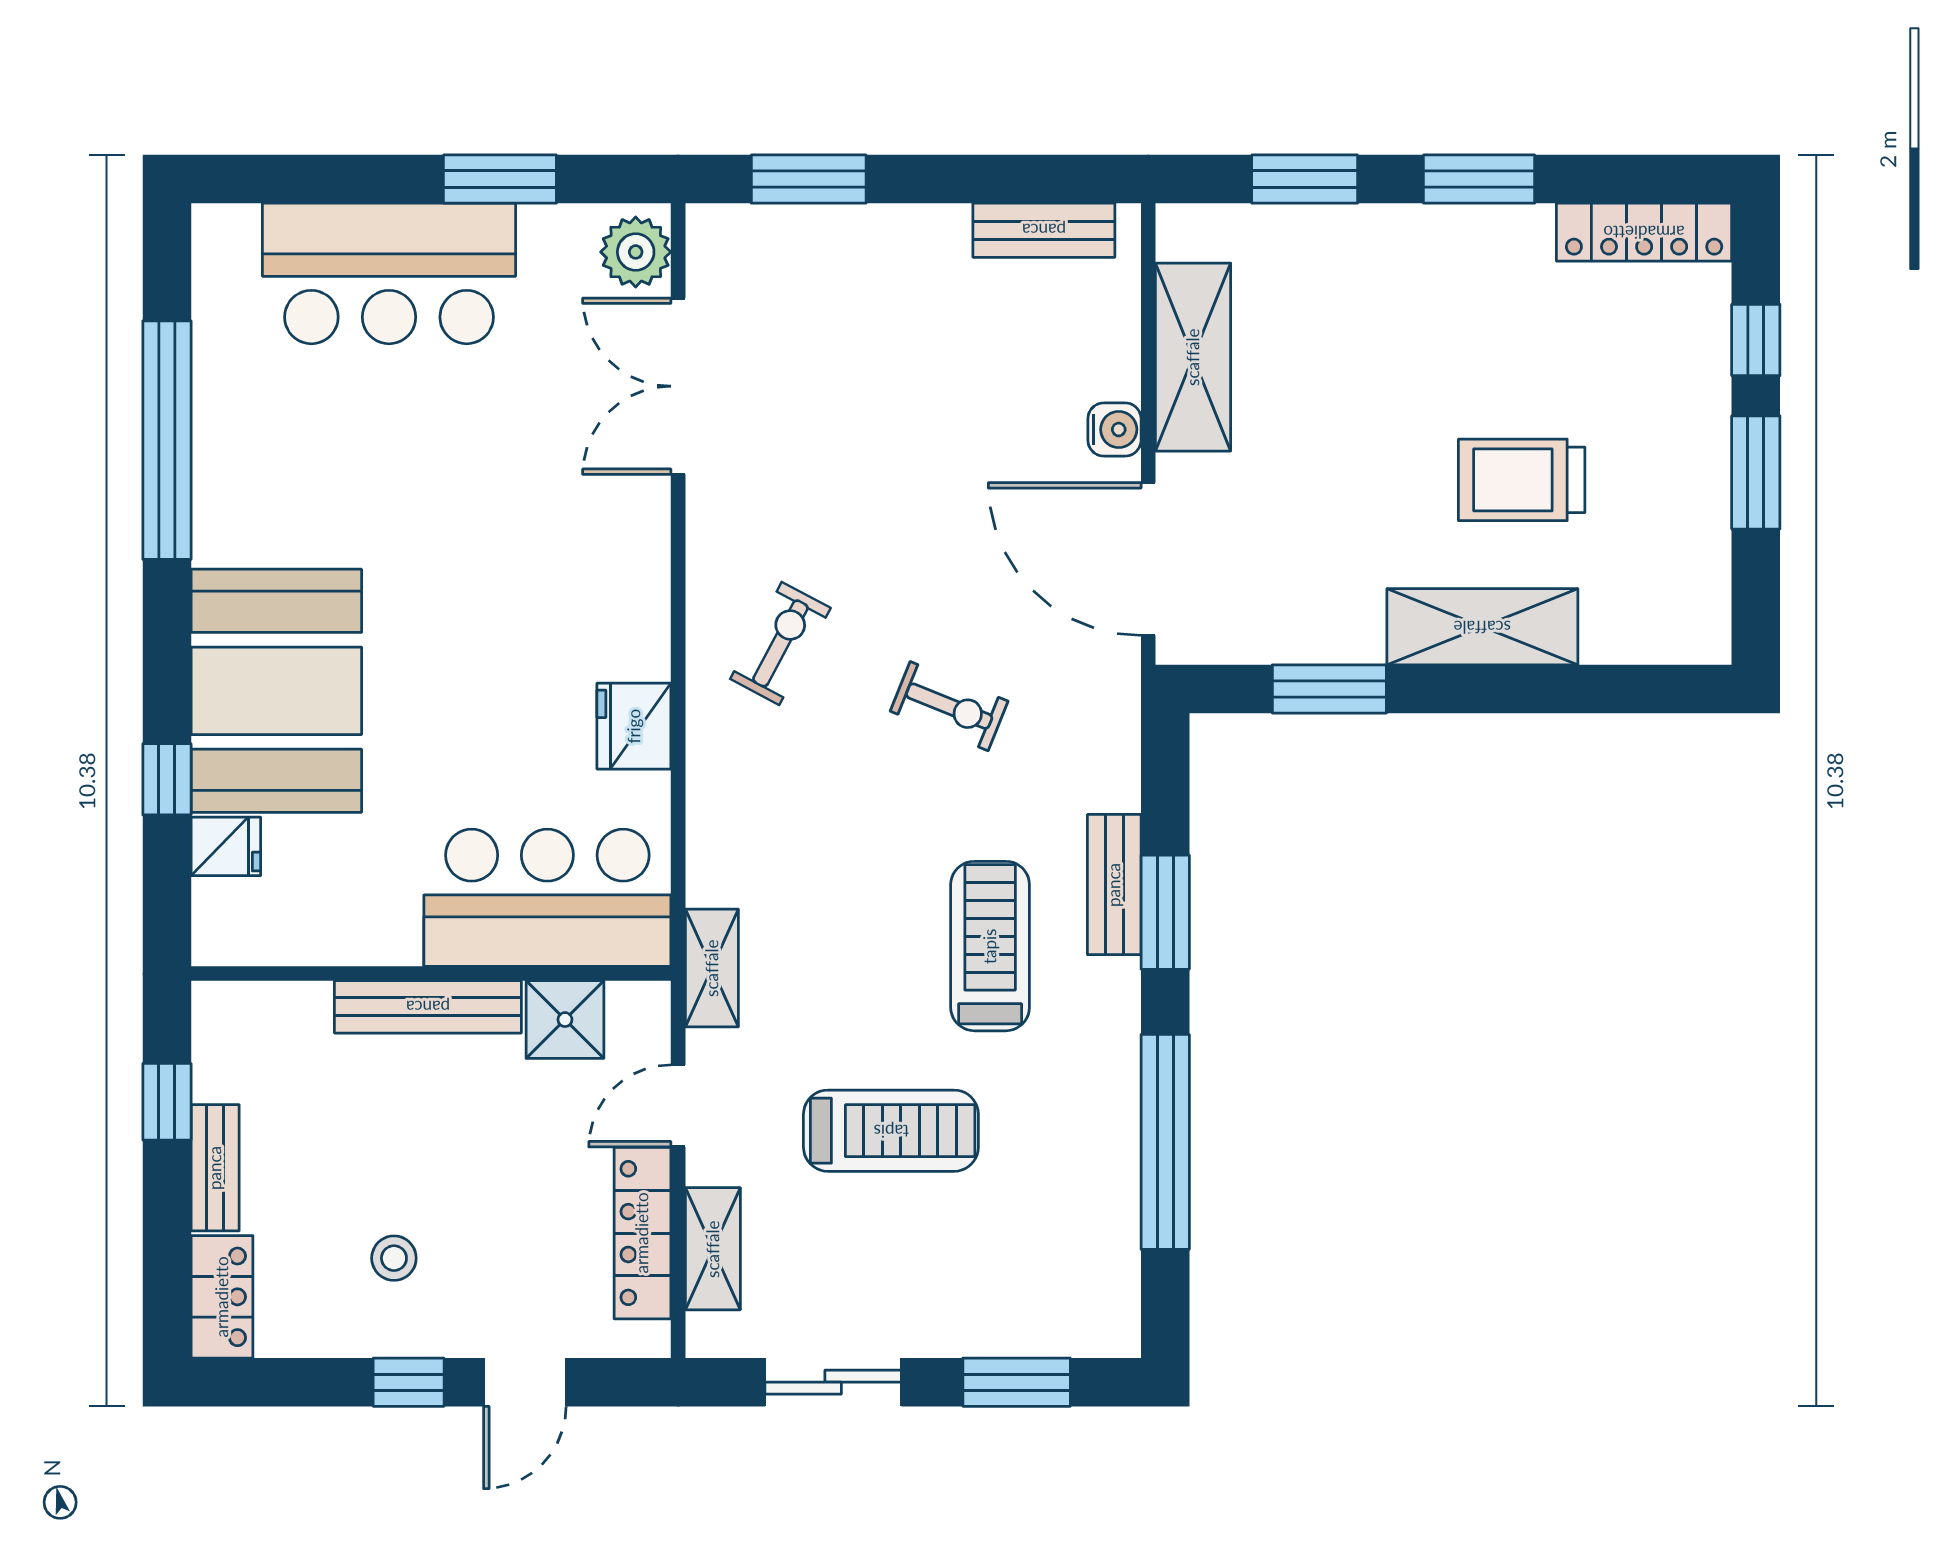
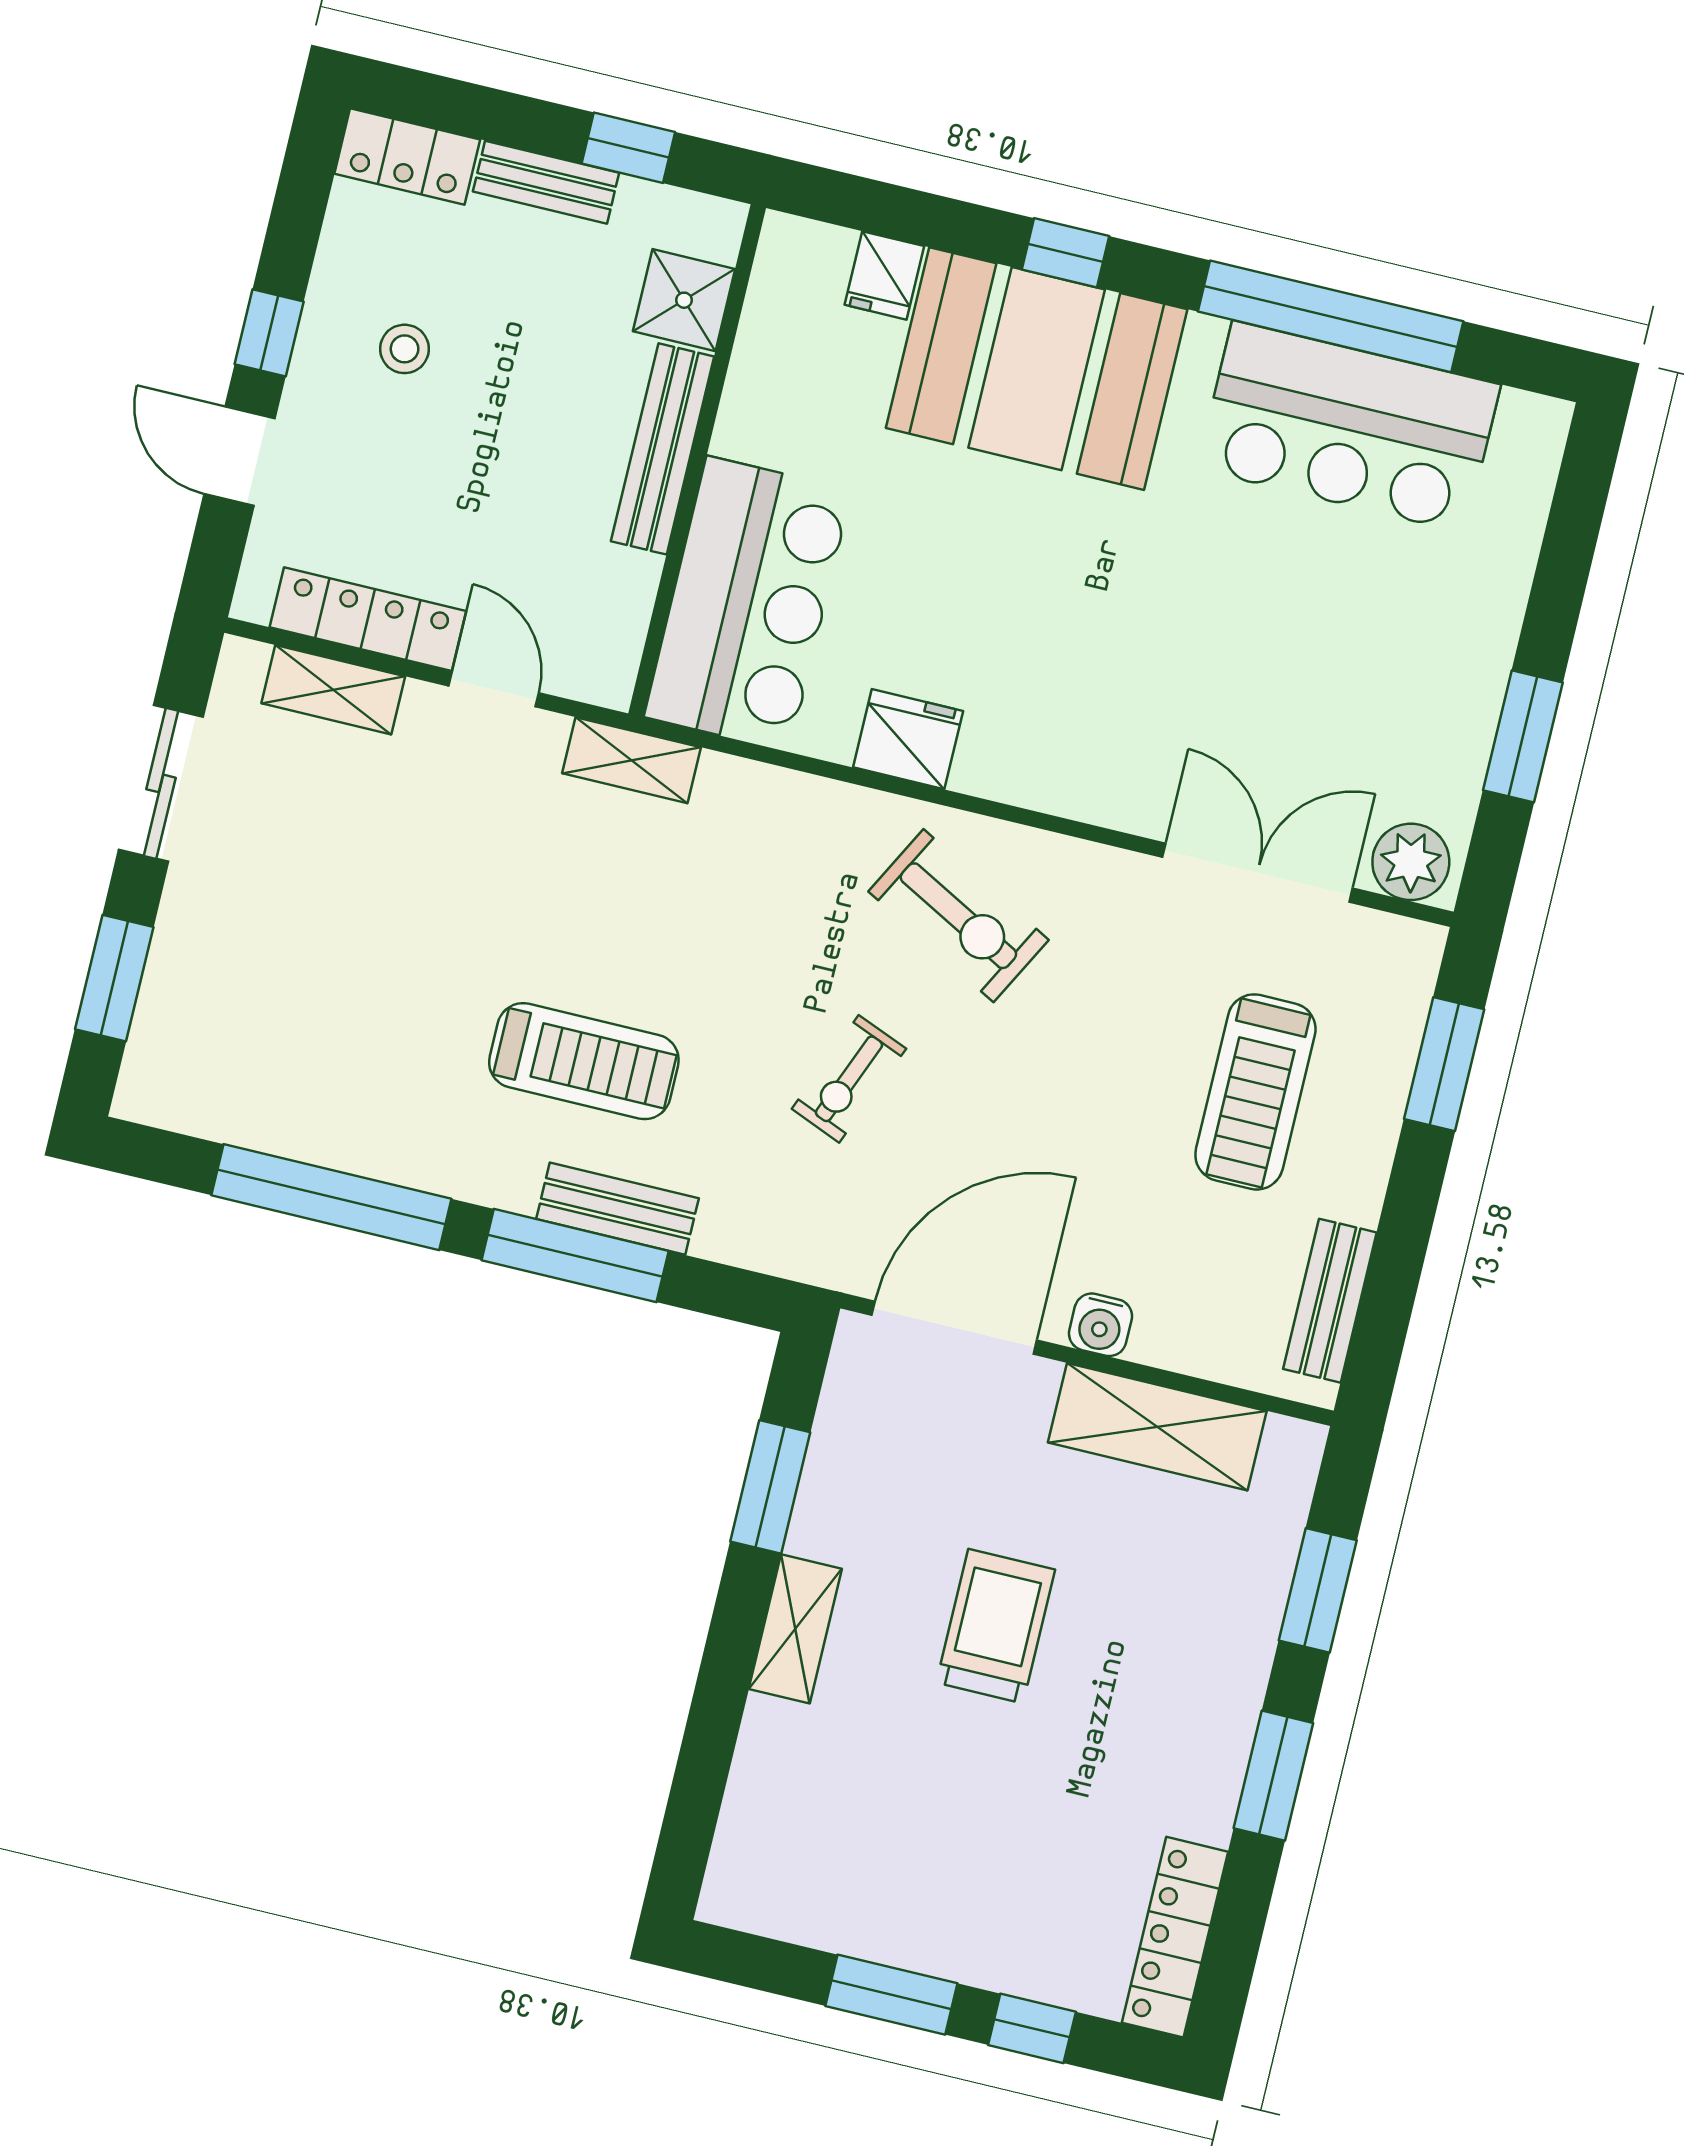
bar counter: (389, 273) -> (1349, 427), moved, turned -90
trolley: (1522, 480) -> (996, 1626), moved
shelving: (1482, 627) -> (795, 1629), width x0.67, depth x0.75
exercise bike: (780, 643) -> (958, 916), width x1.38, depth x1.39
window: (167, 779) -> (1065, 253), moved
window: (1165, 912) -> (575, 1256), width x1.44
shower: (565, 1020) -> (684, 300), moved
treadmill: (891, 1131) -> (1255, 1092), moved

